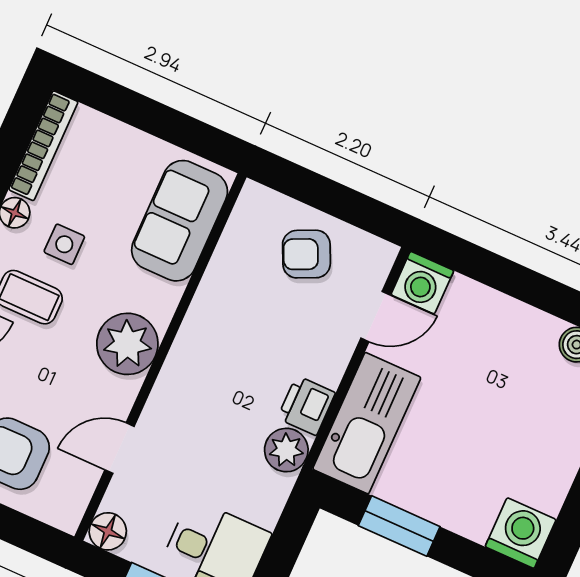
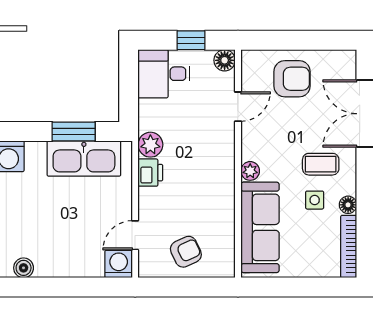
sofa: (180, 221) -> (260, 227), width x1.36
plant: (127, 344) -> (250, 171), width x0.53, depth x0.53
kitchen sink: (367, 423) -> (84, 158), moved, turned -90

